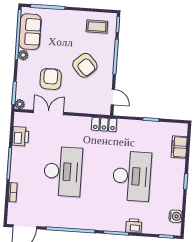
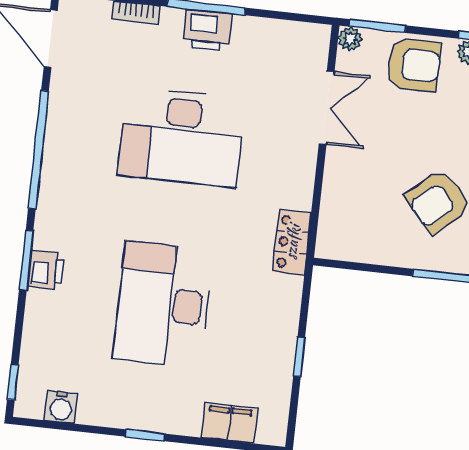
armchair: (51, 79) -> (414, 65), moved
door: (113, 97) -> (357, 266), removed
printer: (20, 136) -> (208, 30), moved
desk: (132, 176) -> (163, 304), turned 90
printer: (134, 226) -> (46, 270), moved

